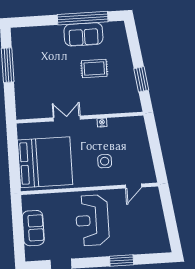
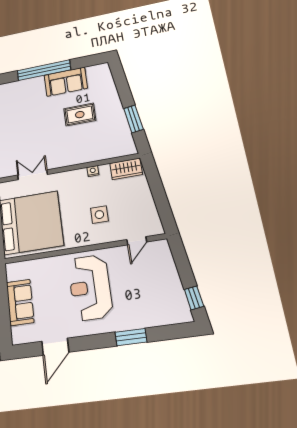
window: (83, 18) -> (44, 70), moved
double door: (67, 118) -> (32, 175), moved
wardrobe: (131, 124) -> (126, 169), added
window: (173, 234) -> (194, 298), added

